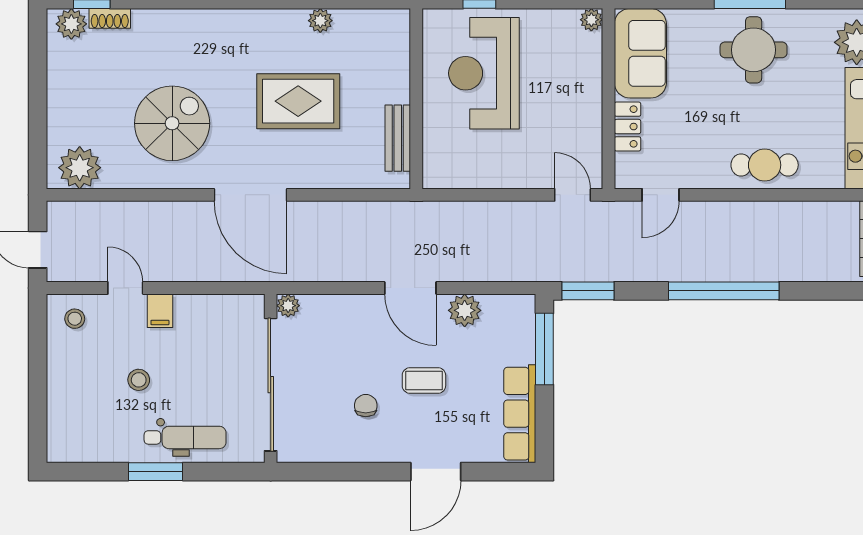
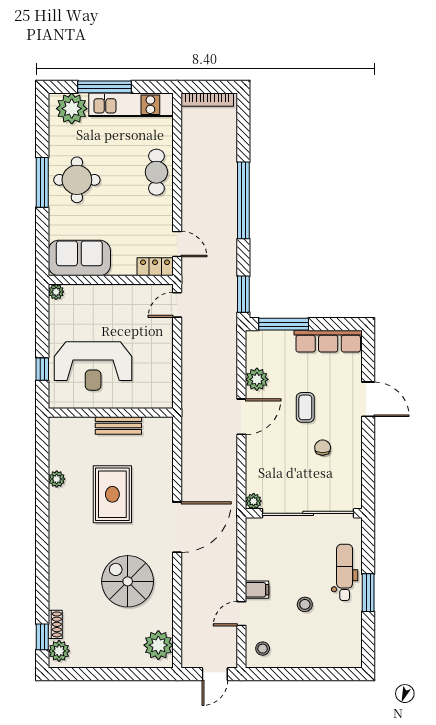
locker: (628, 127) -> (155, 267), moved
bench: (398, 138) -> (118, 425), moved
chair: (366, 406) -> (323, 448), turned 90

